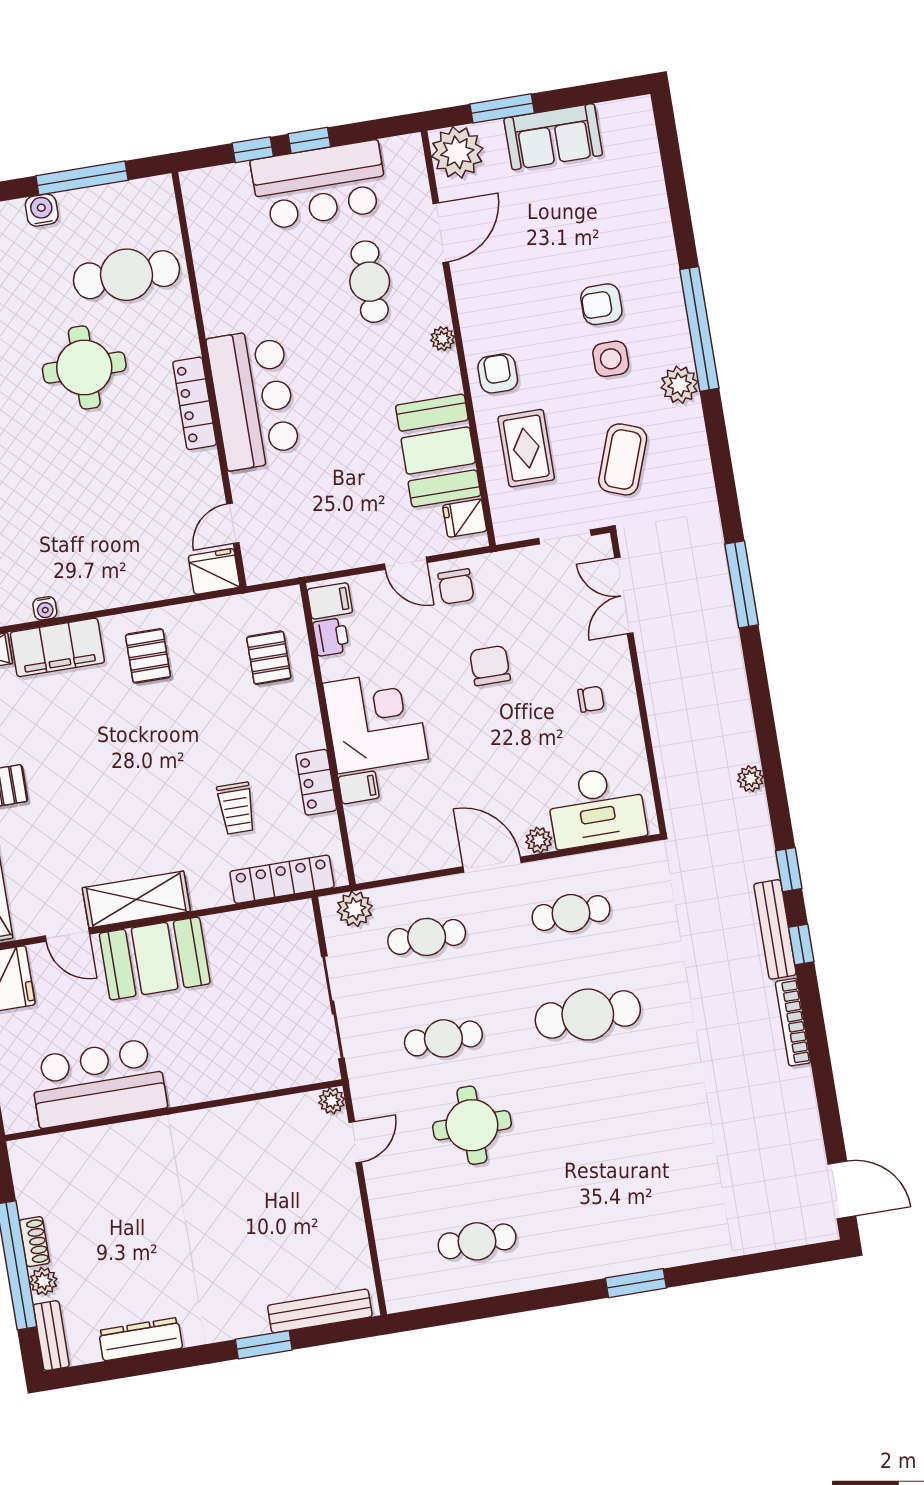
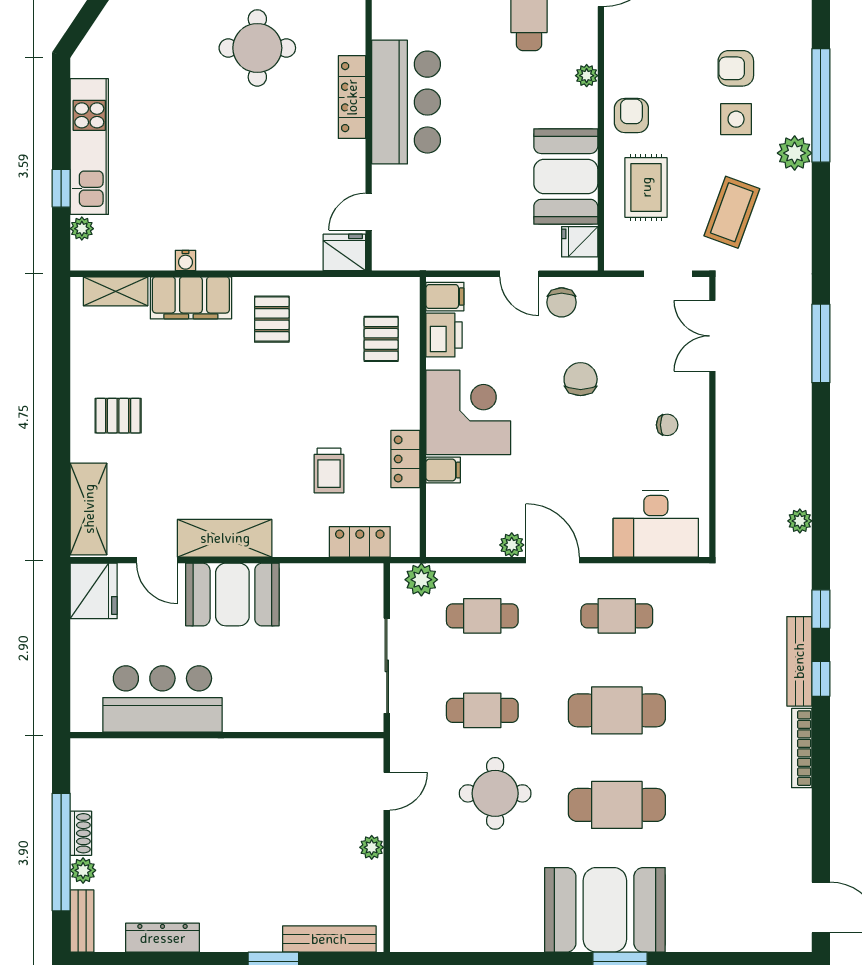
printer: (331, 637) -> (444, 335), width x1.36, depth x1.24
plant: (539, 840) -> (512, 545), moved
locker: (282, 879) -> (360, 542), width x0.66
plant: (332, 1101) -> (372, 847), moved
booth: (610, 1231) -> (605, 910), added
cafe table: (477, 1241) -> (617, 805), moved, width x1.37, depth x1.35

